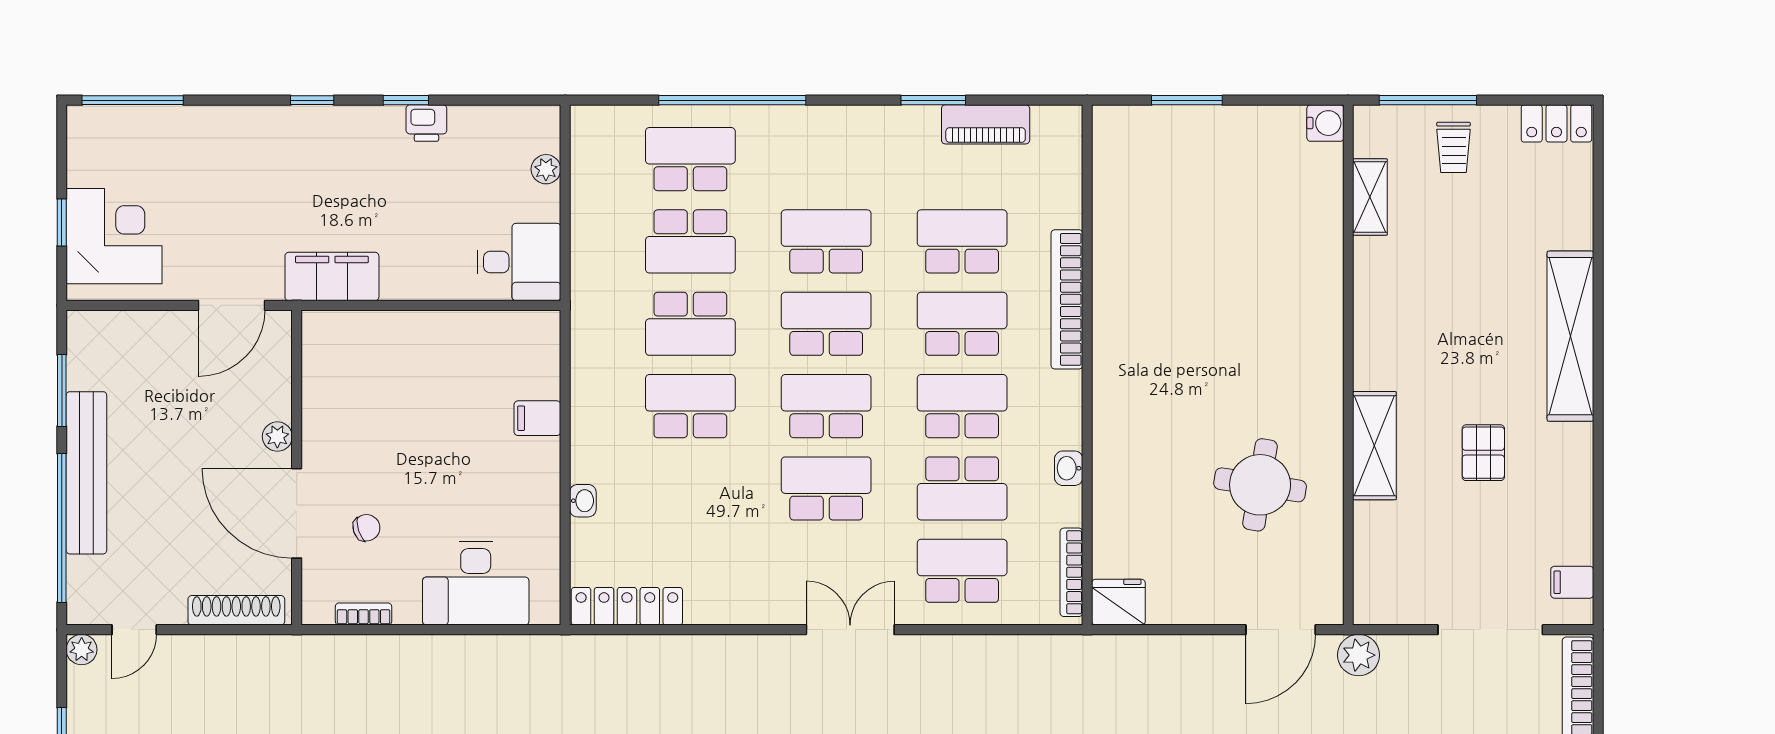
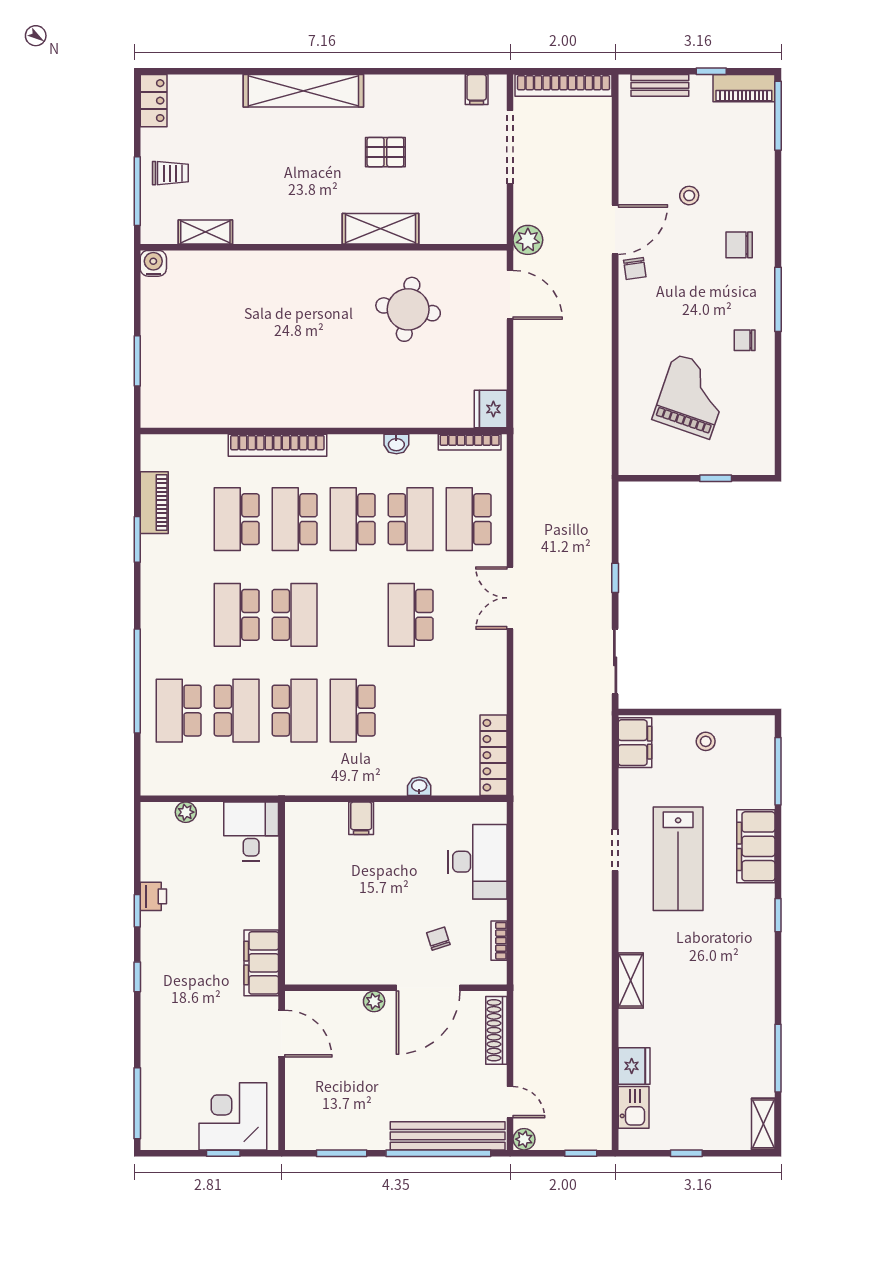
school desk: (826, 324) -> (295, 615), turned 180
school desk: (826, 406) -> (353, 615), removed
bench: (86, 473) -> (448, 1136), moved

